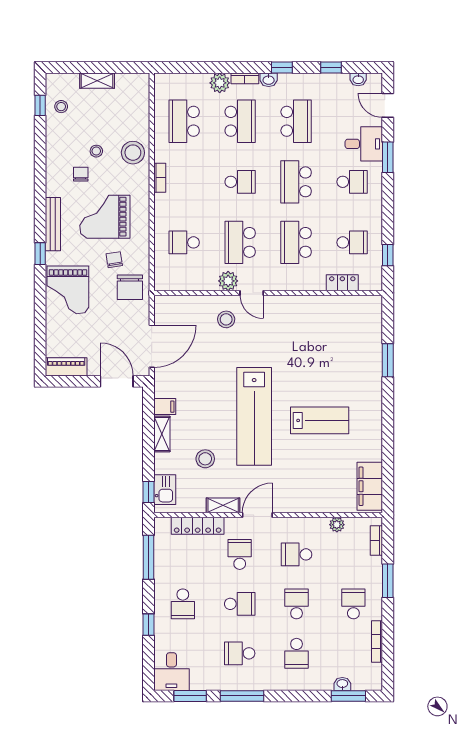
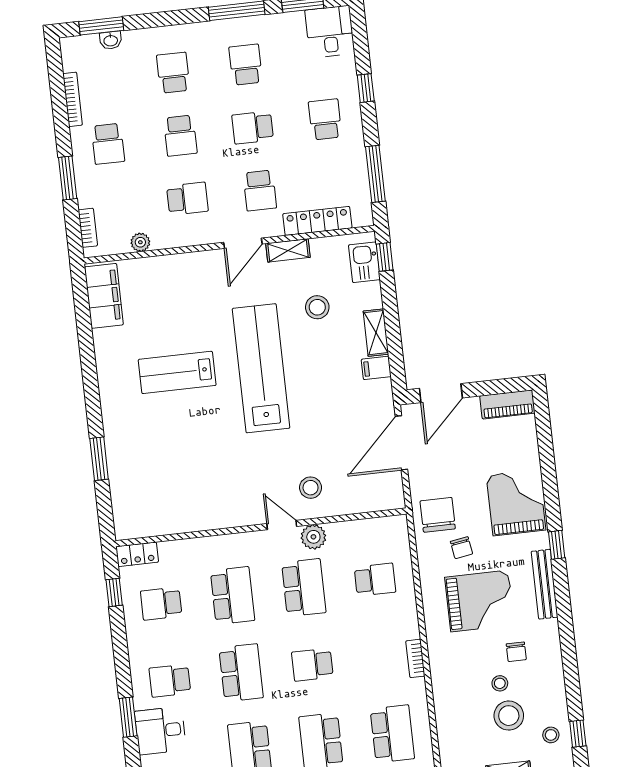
stool: (133, 153) -> (509, 716), moved
locker: (342, 283) -> (137, 554), moved
door: (117, 381) -> (441, 393), hinge flipped
school desk: (240, 653) -> (246, 65), turned -90

